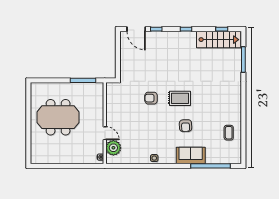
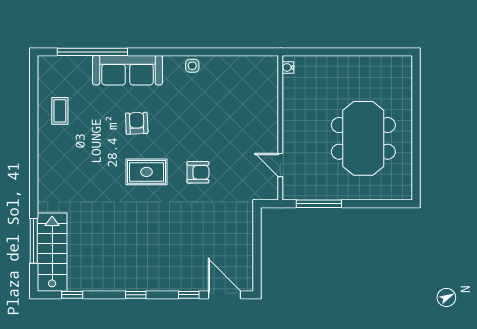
stairs: (219, 40) -> (52, 252), moved, turned 90
meeting table: (58, 117) -> (363, 138), turned 90
door: (105, 133) -> (280, 165), moved
plant: (113, 148) -> (265, 84), removed
sofa: (191, 156) -> (127, 70), width x1.36

